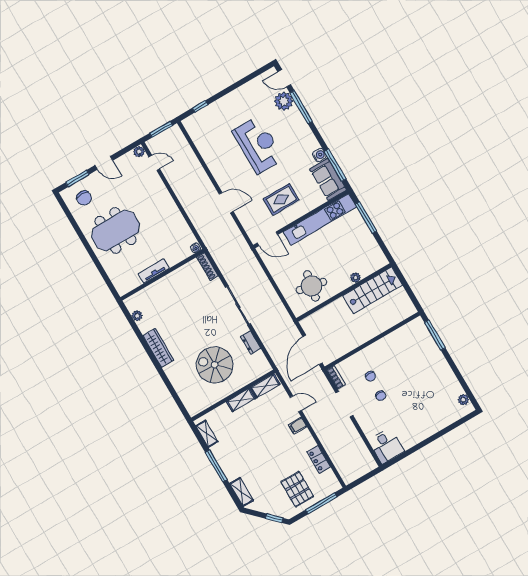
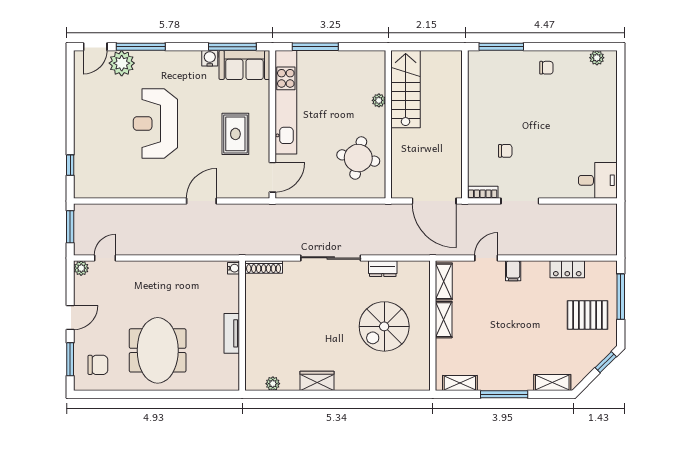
reception desk: (258, 145) -> (155, 124), turned -90
wardrobe: (158, 348) -> (317, 381), width x0.67
chair: (381, 396) -> (546, 68), moved

